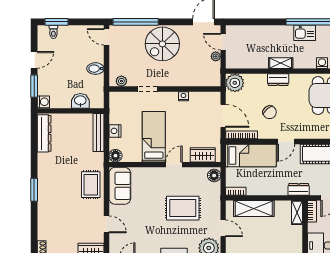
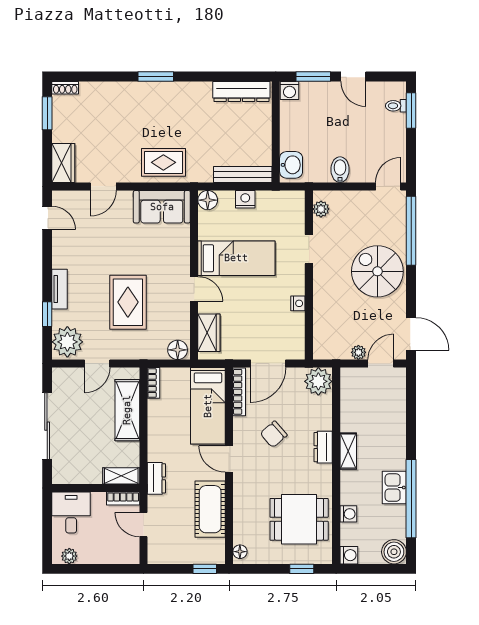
washbasin: (80, 101) -> (291, 165), moved

